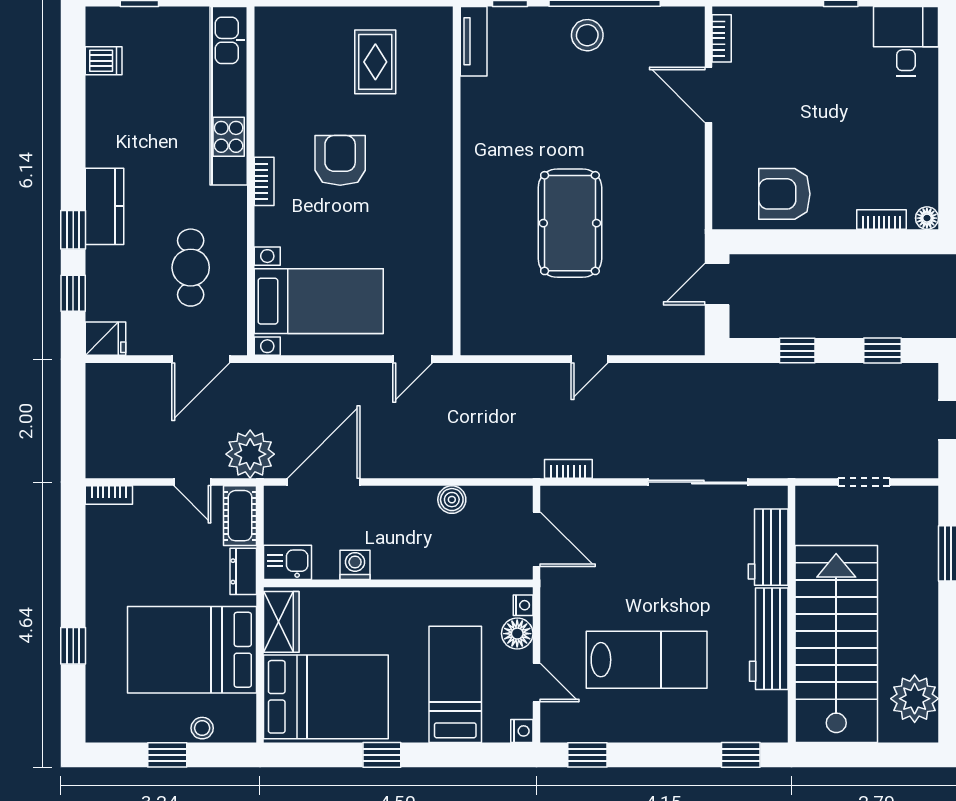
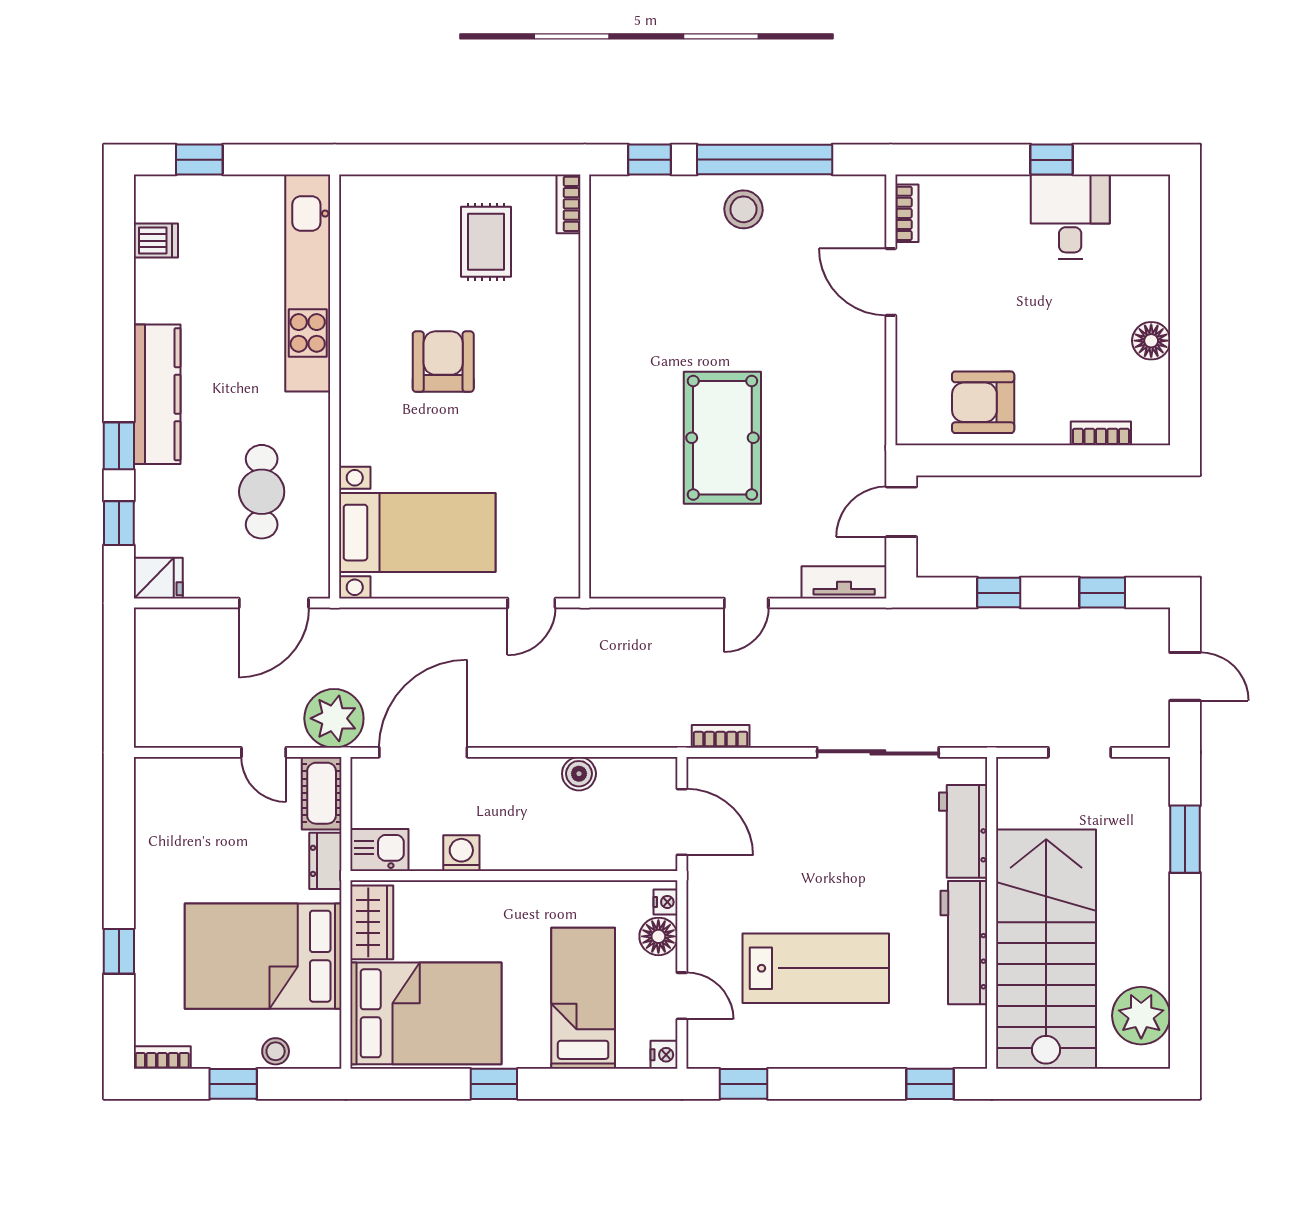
tv unit: (474, 41) -> (844, 582), moved, turned -90
desk: (906, 41) -> (1070, 217), moved
bookcase: (264, 181) -> (568, 204), moved, turned 180
kitchen counter: (105, 206) -> (157, 394), width x1.50
floor lamp: (927, 218) -> (1151, 341), moved, width x1.37, depth x1.37
bookcase: (109, 495) -> (162, 1058), moved, turned 180

